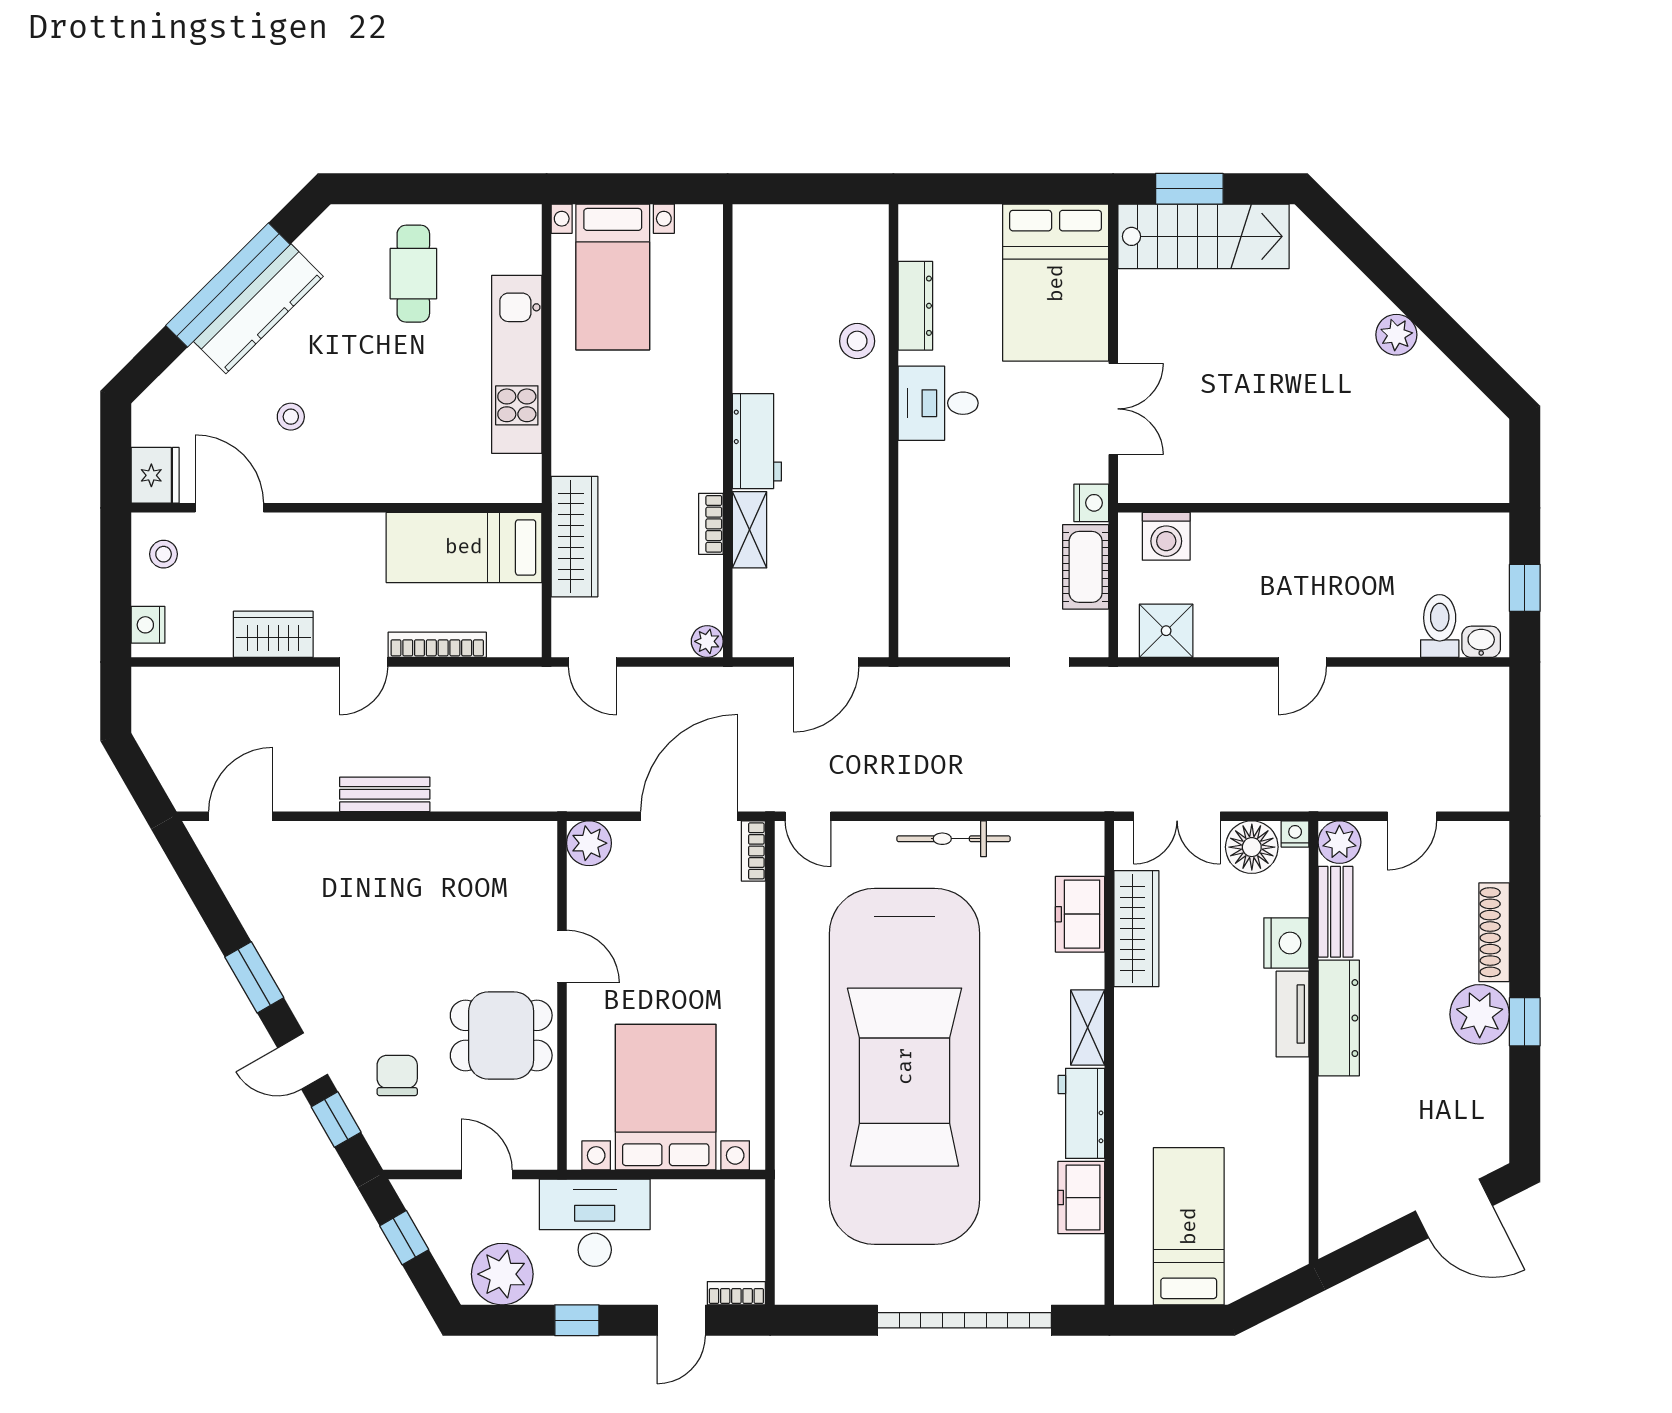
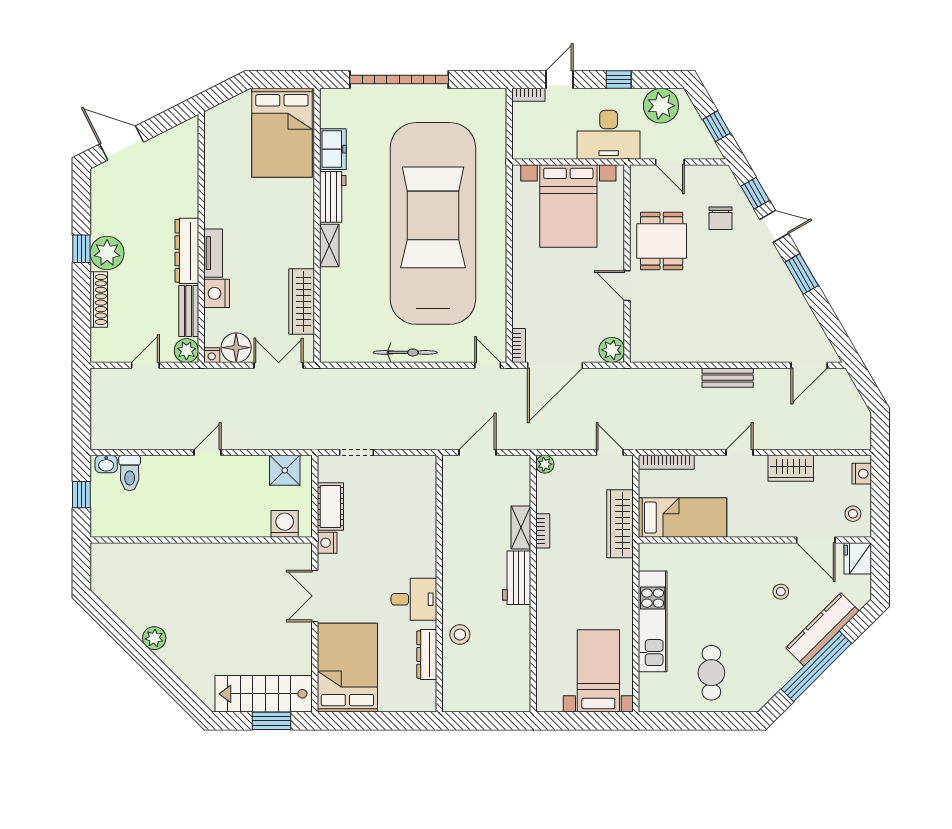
kitchen counter: (258, 309) -> (822, 629), moved
bookcase: (437, 645) -> (666, 462), moved
freezer: (1080, 914) -> (333, 310), removed
dining table: (501, 1035) -> (662, 241), turned 90
bed: (1189, 1226) -> (282, 133), width x1.50

